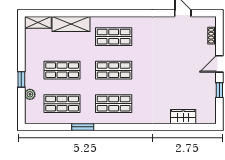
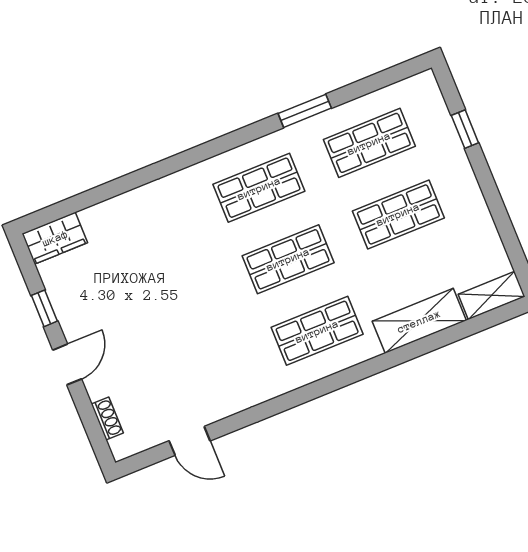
window: (21, 79) -> (465, 129), moved
plant: (30, 94) -> (446, 135), removed
wardrobe: (183, 117) -> (55, 238), moved

